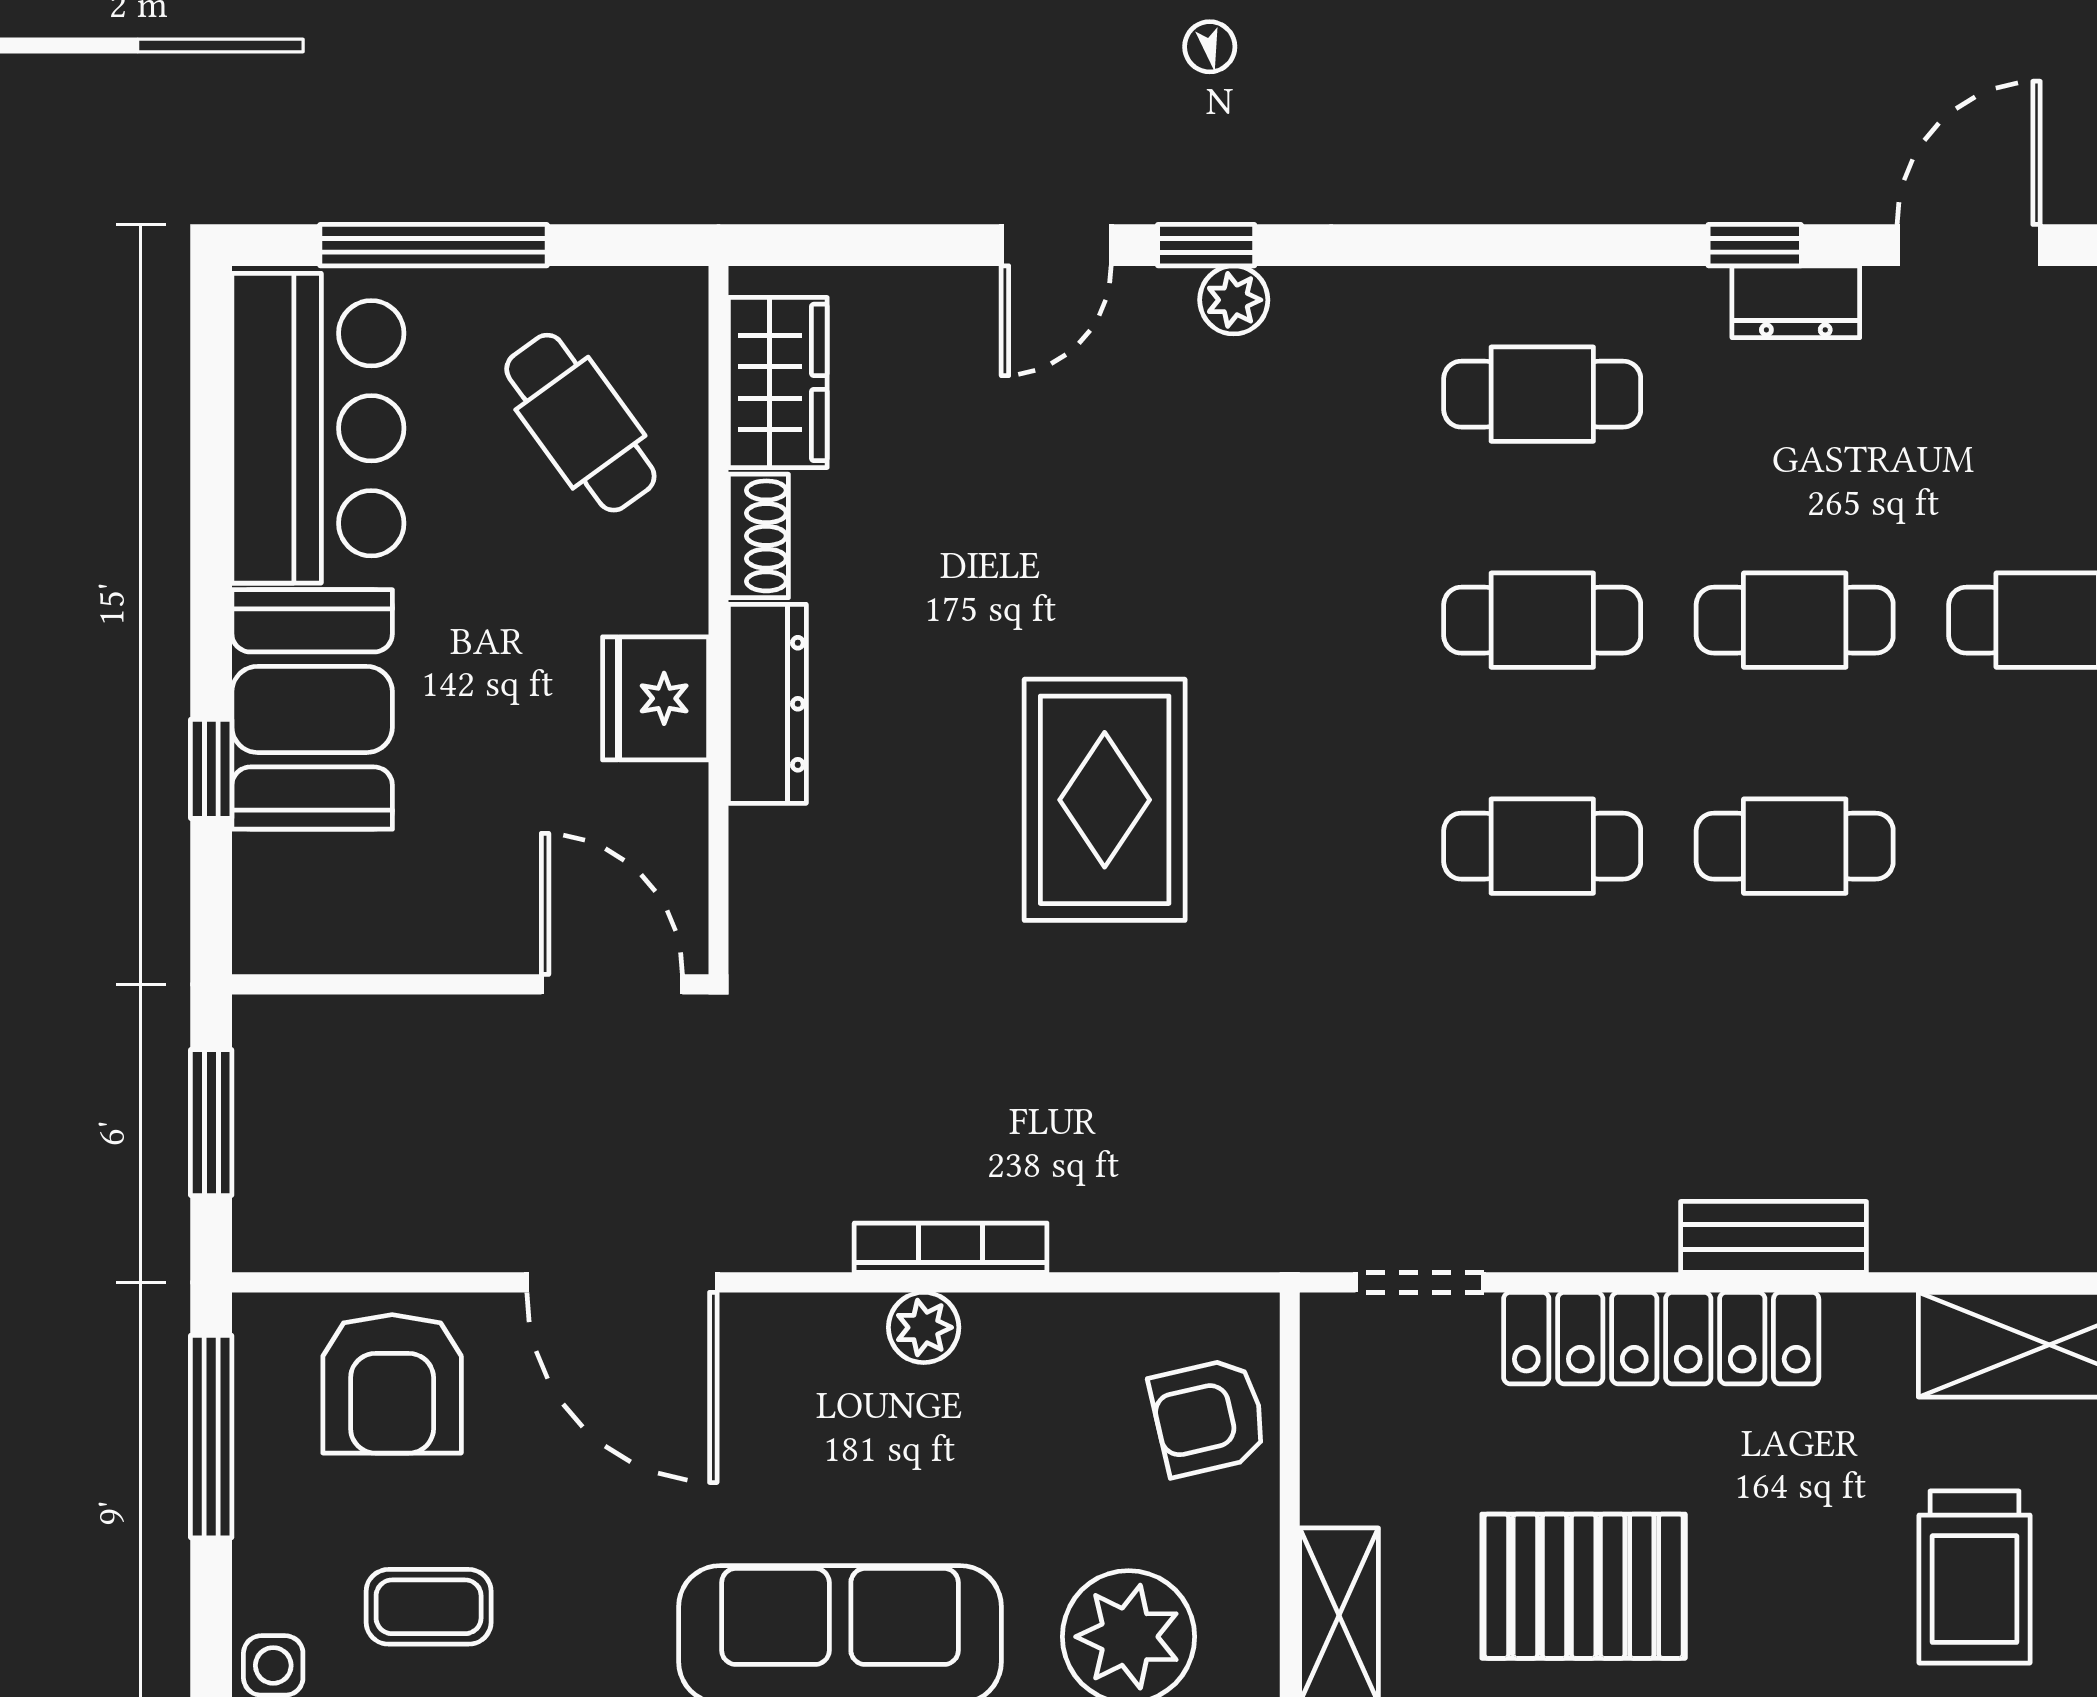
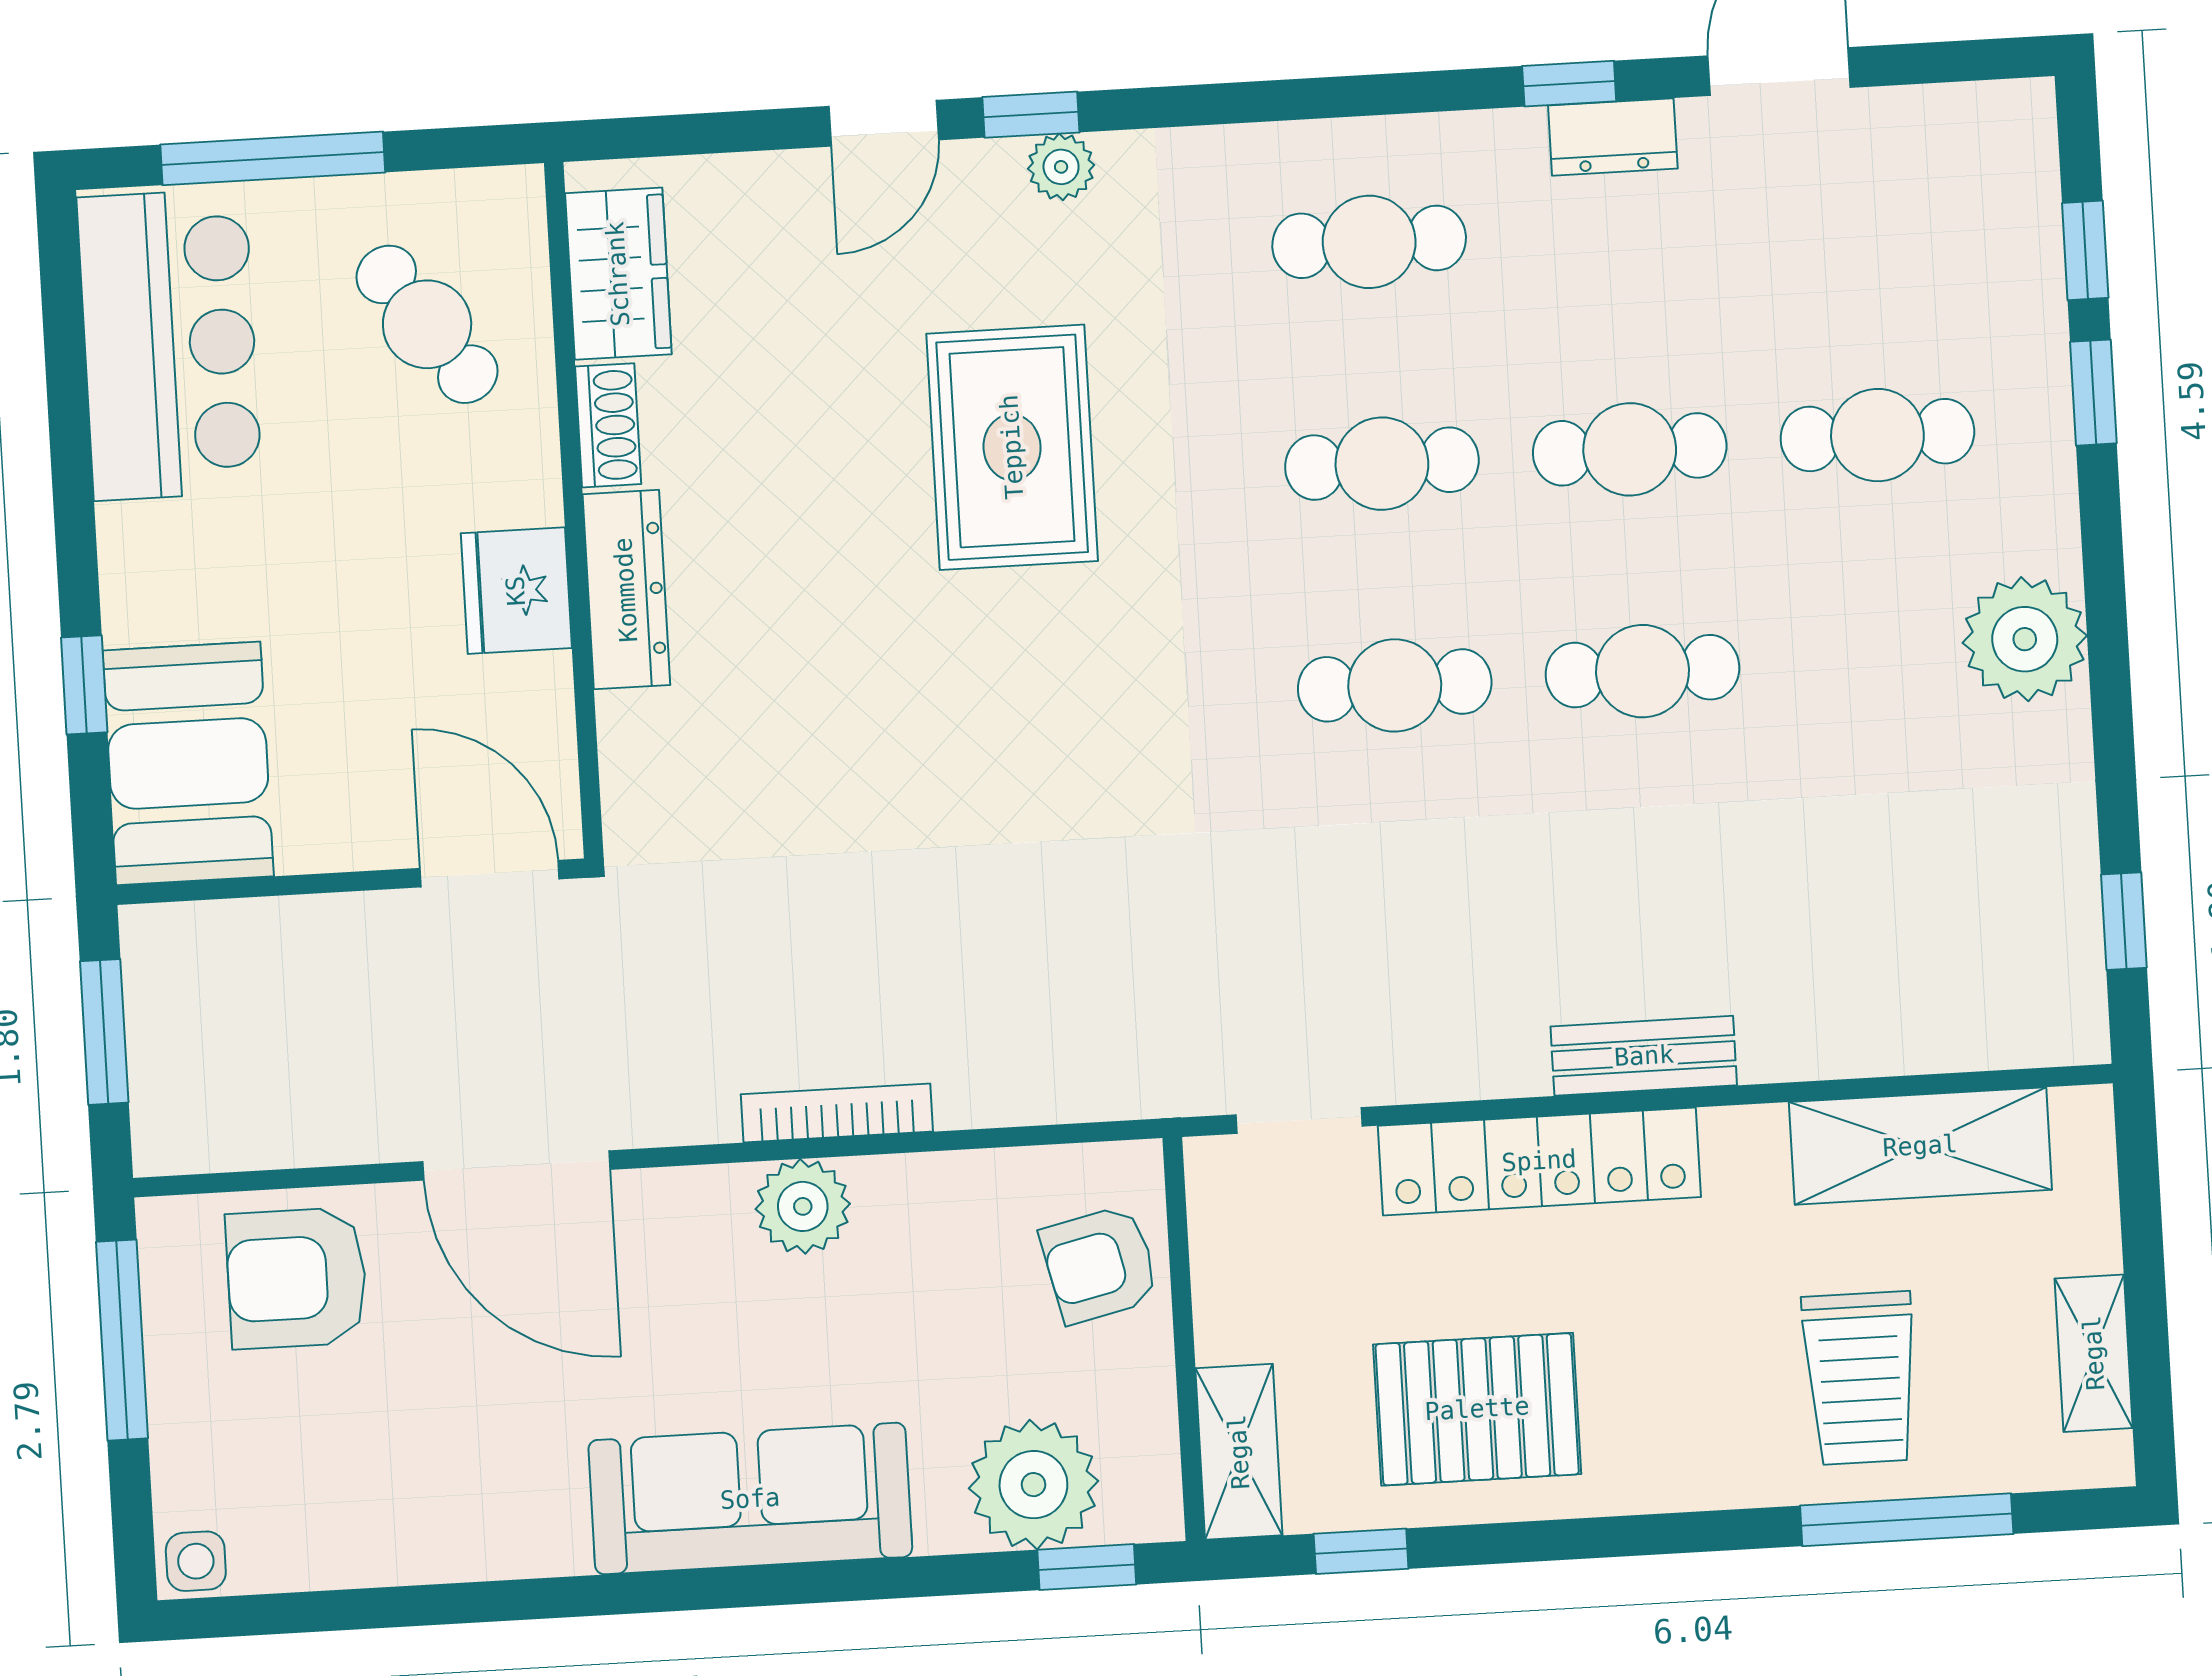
booth: (312, 709) -> (188, 763), moved
rug: (1105, 800) -> (1012, 447), moved
plant: (924, 1327) -> (803, 1206), width x1.38, depth x1.38
armchair: (392, 1384) -> (297, 1278), turned 90
coffee table: (429, 1607) -> (345, 1495), removed

